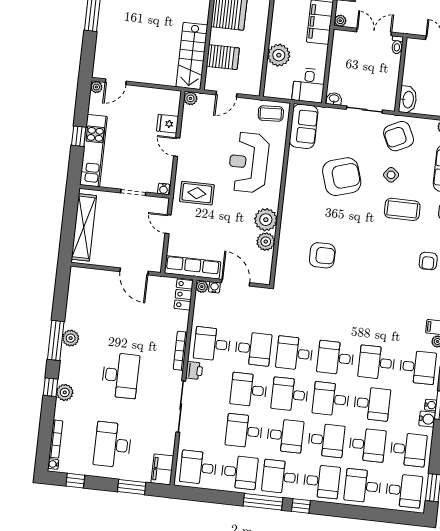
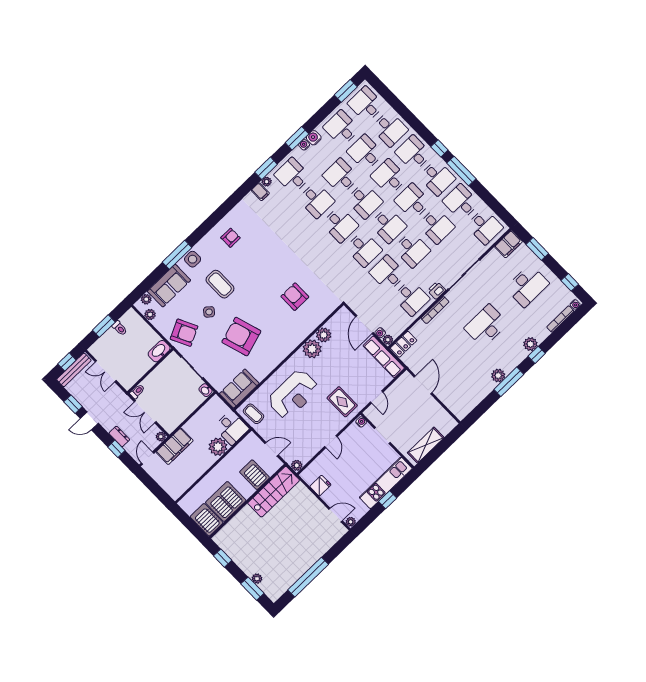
desk: (309, 85) -> (231, 428), moved, turned 90
fridge: (168, 124) -> (320, 486), moved, turned -90
shelving: (84, 227) -> (426, 445), width x0.68

